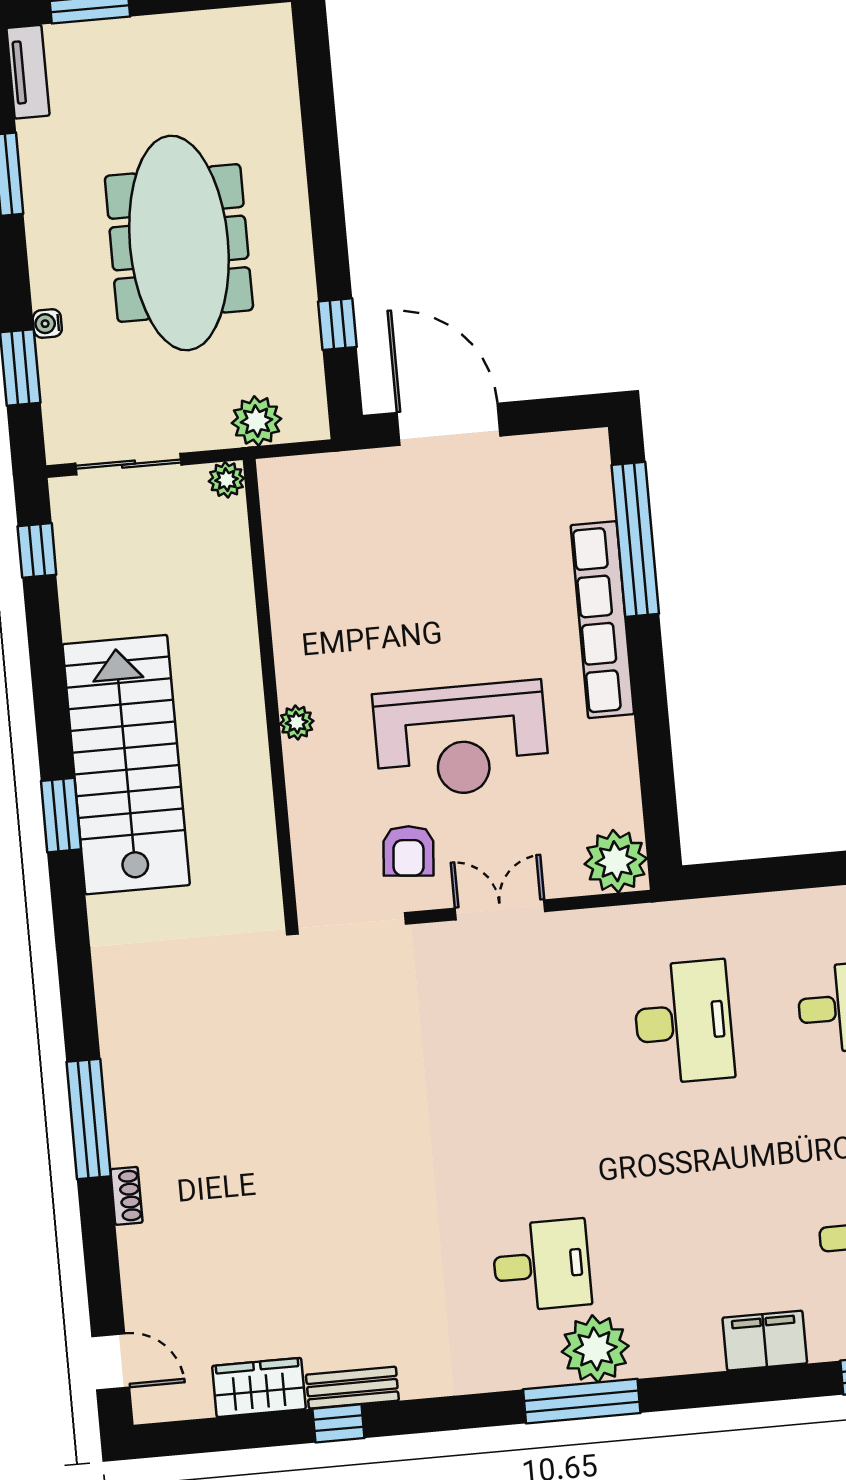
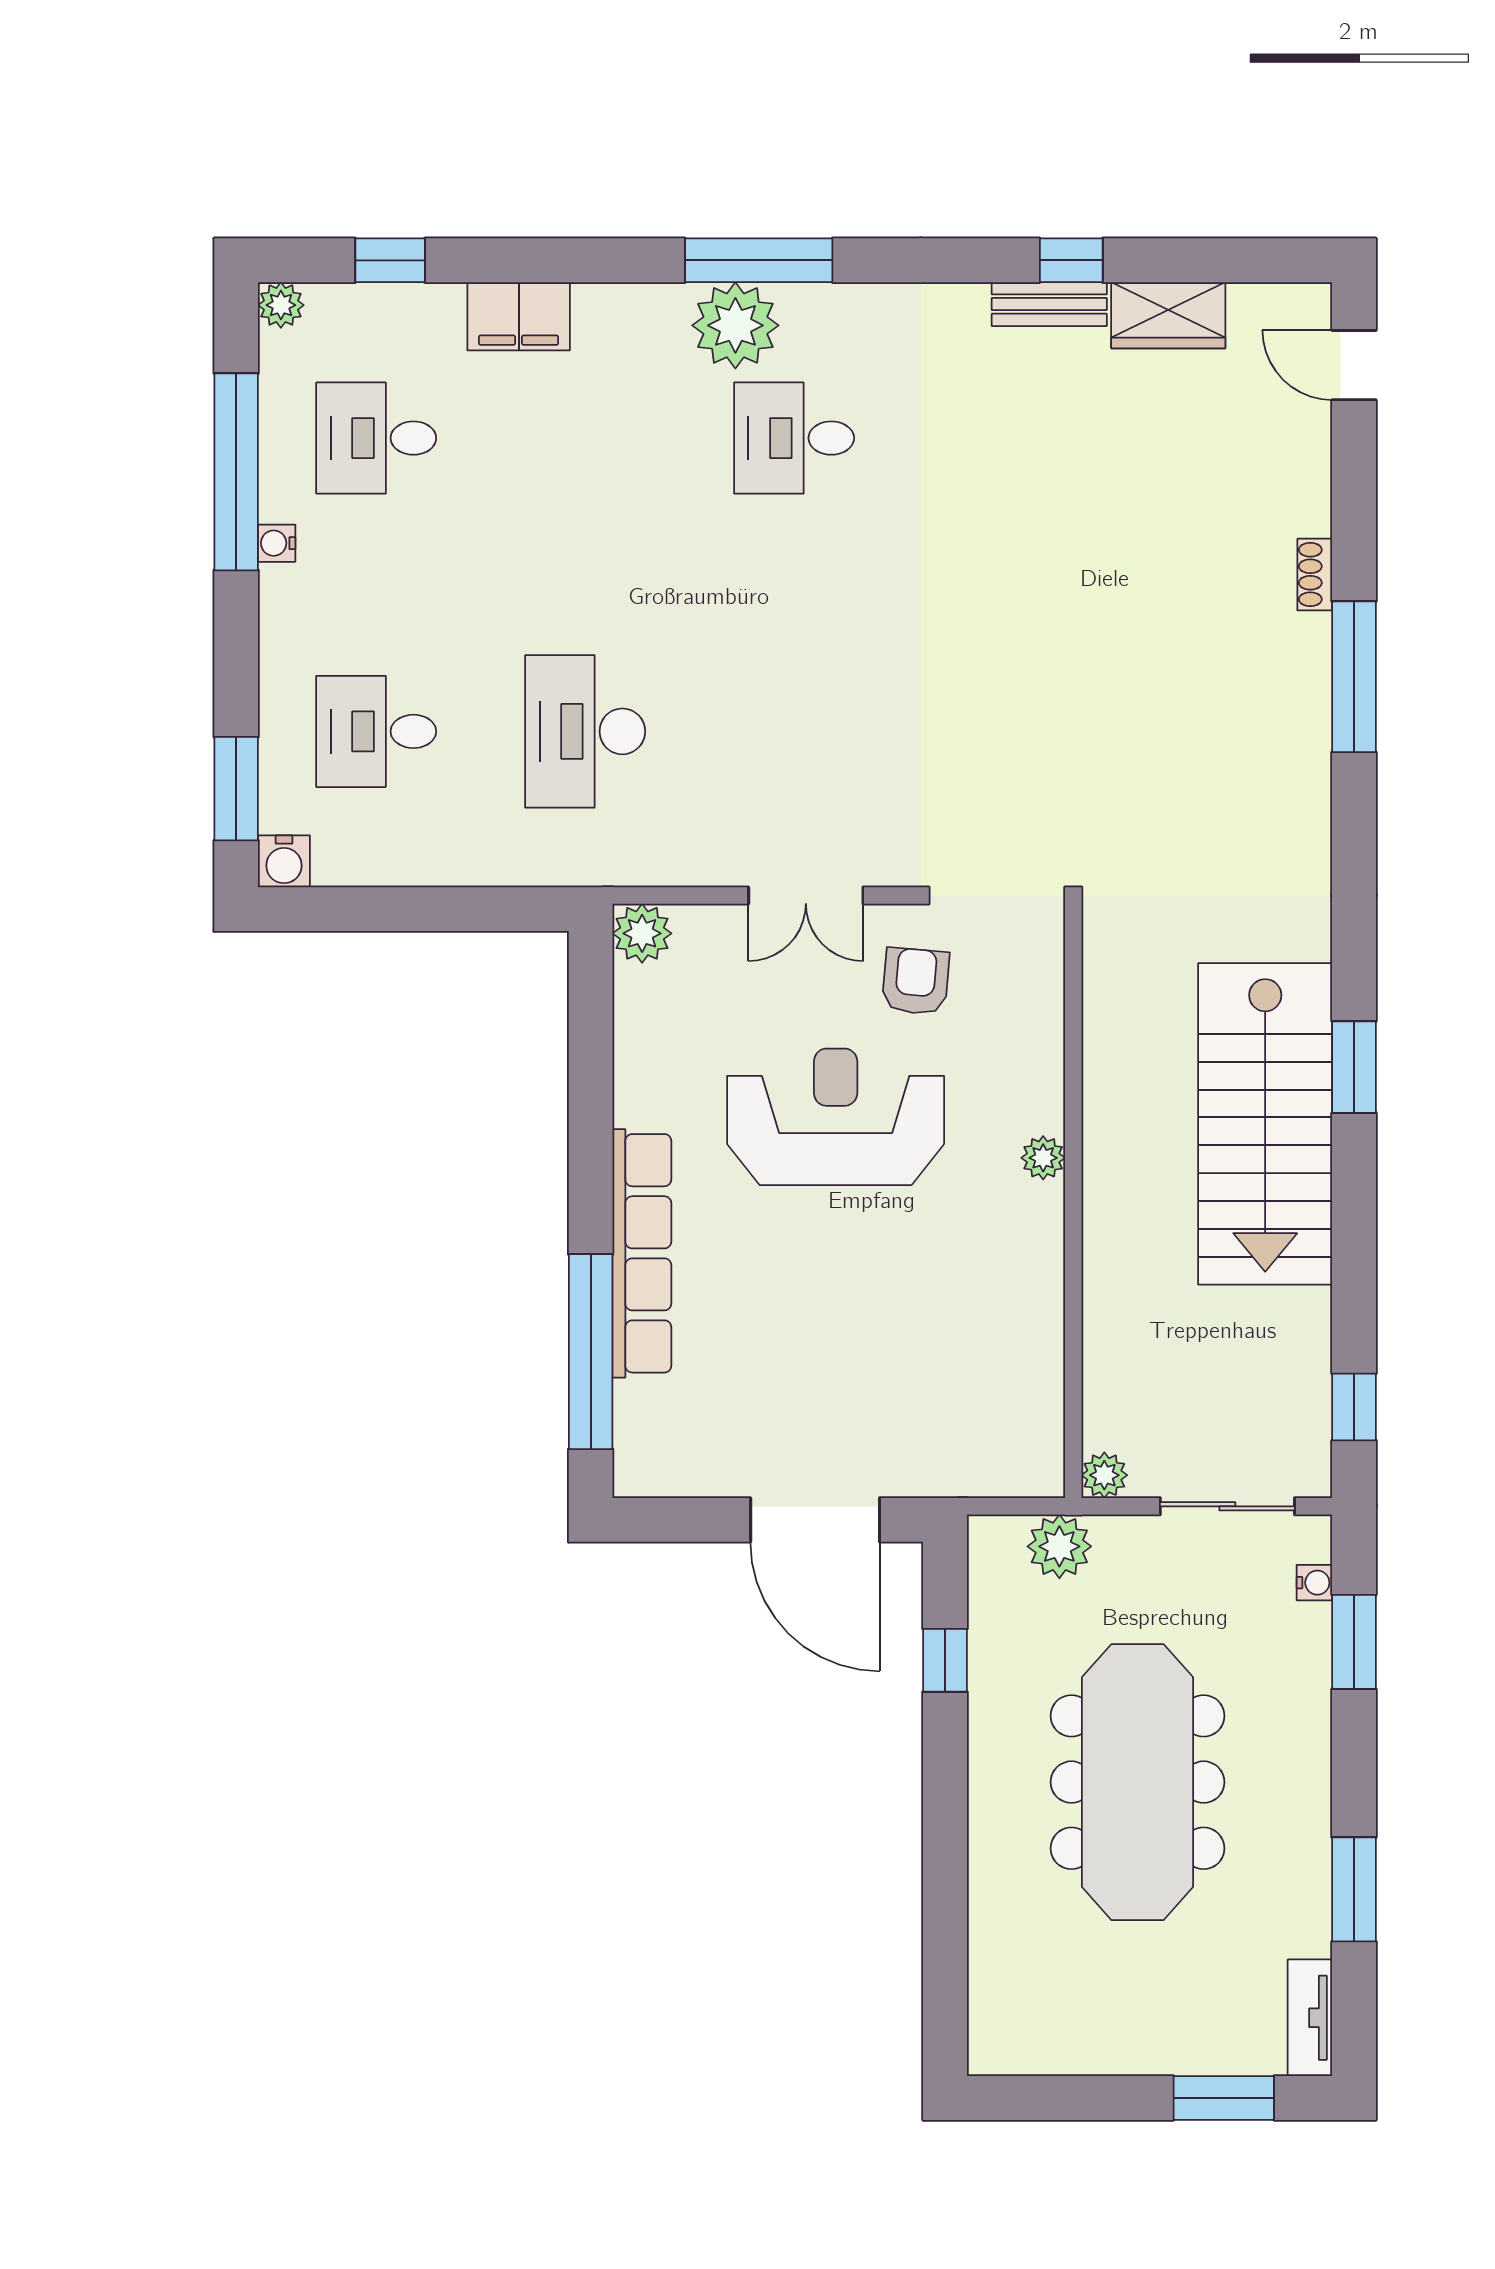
water cooler: (47, 323) -> (1314, 1583), moved
plant: (616, 861) -> (642, 933), width x0.73, depth x0.73

